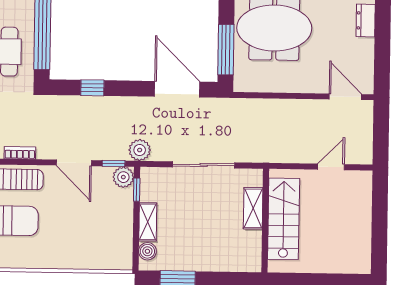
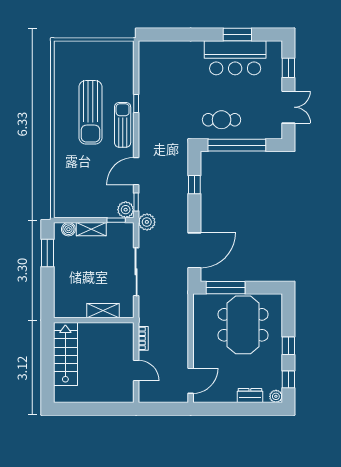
bookcase: (20, 153) -> (143, 338), moved
stairs: (284, 219) -> (65, 354), moved, turned -90

